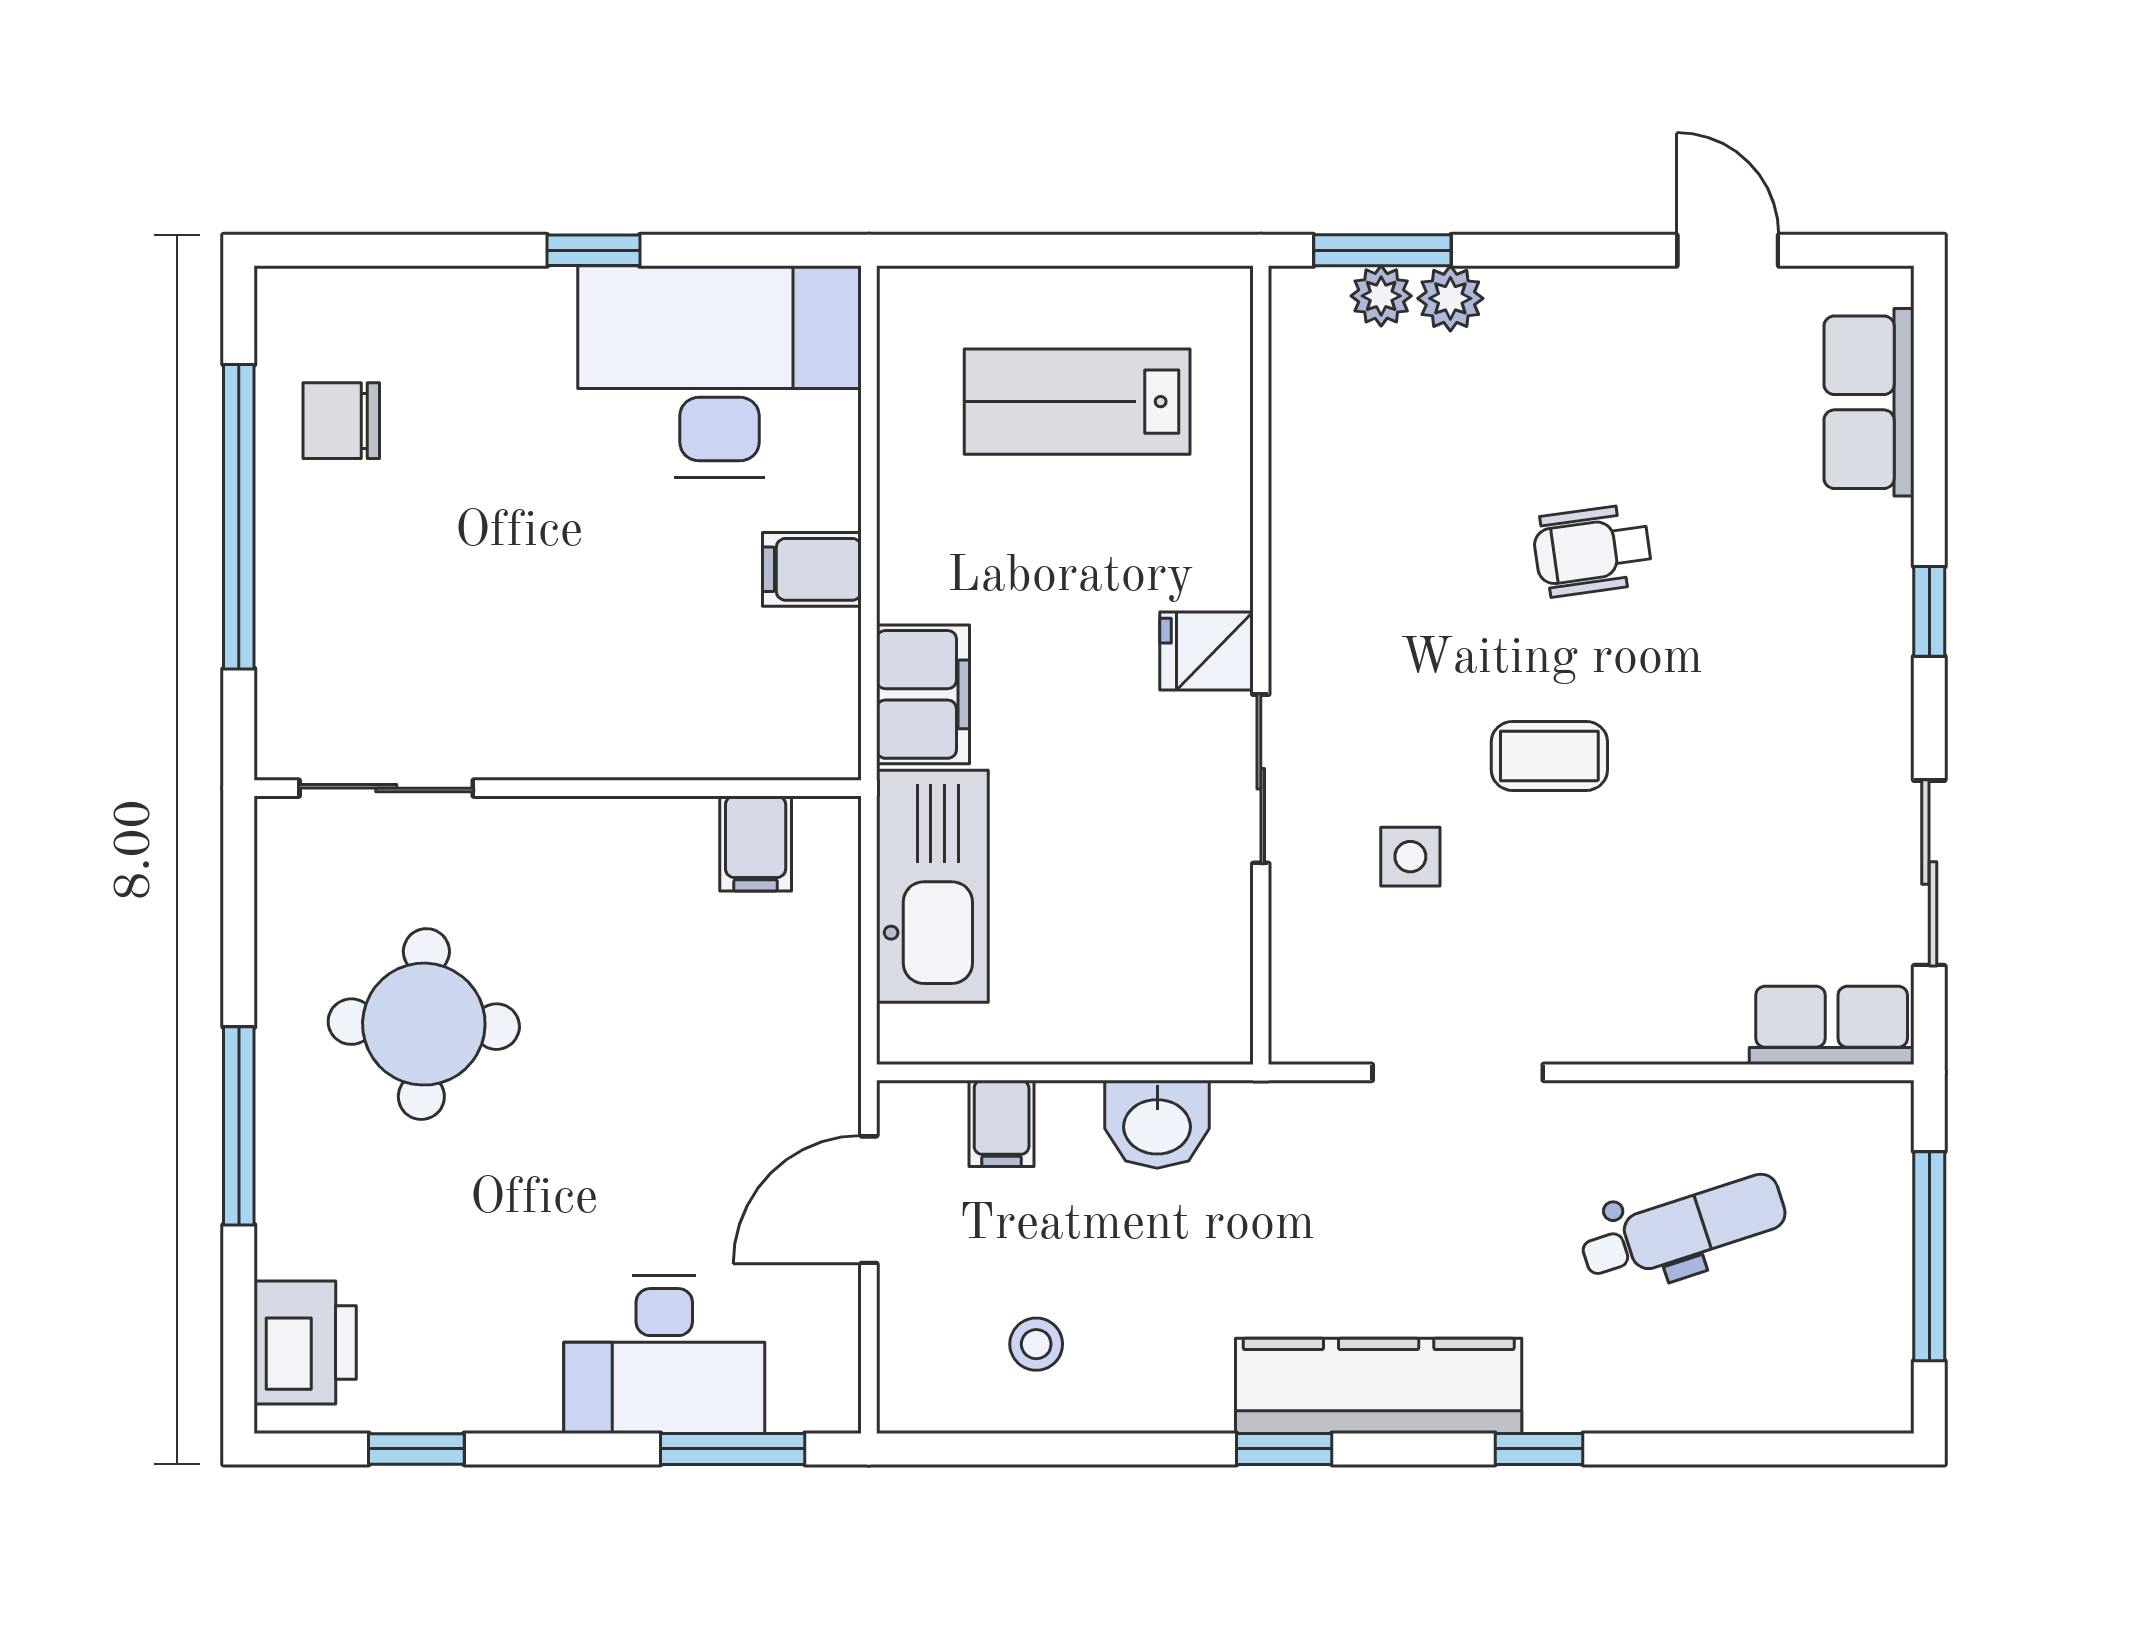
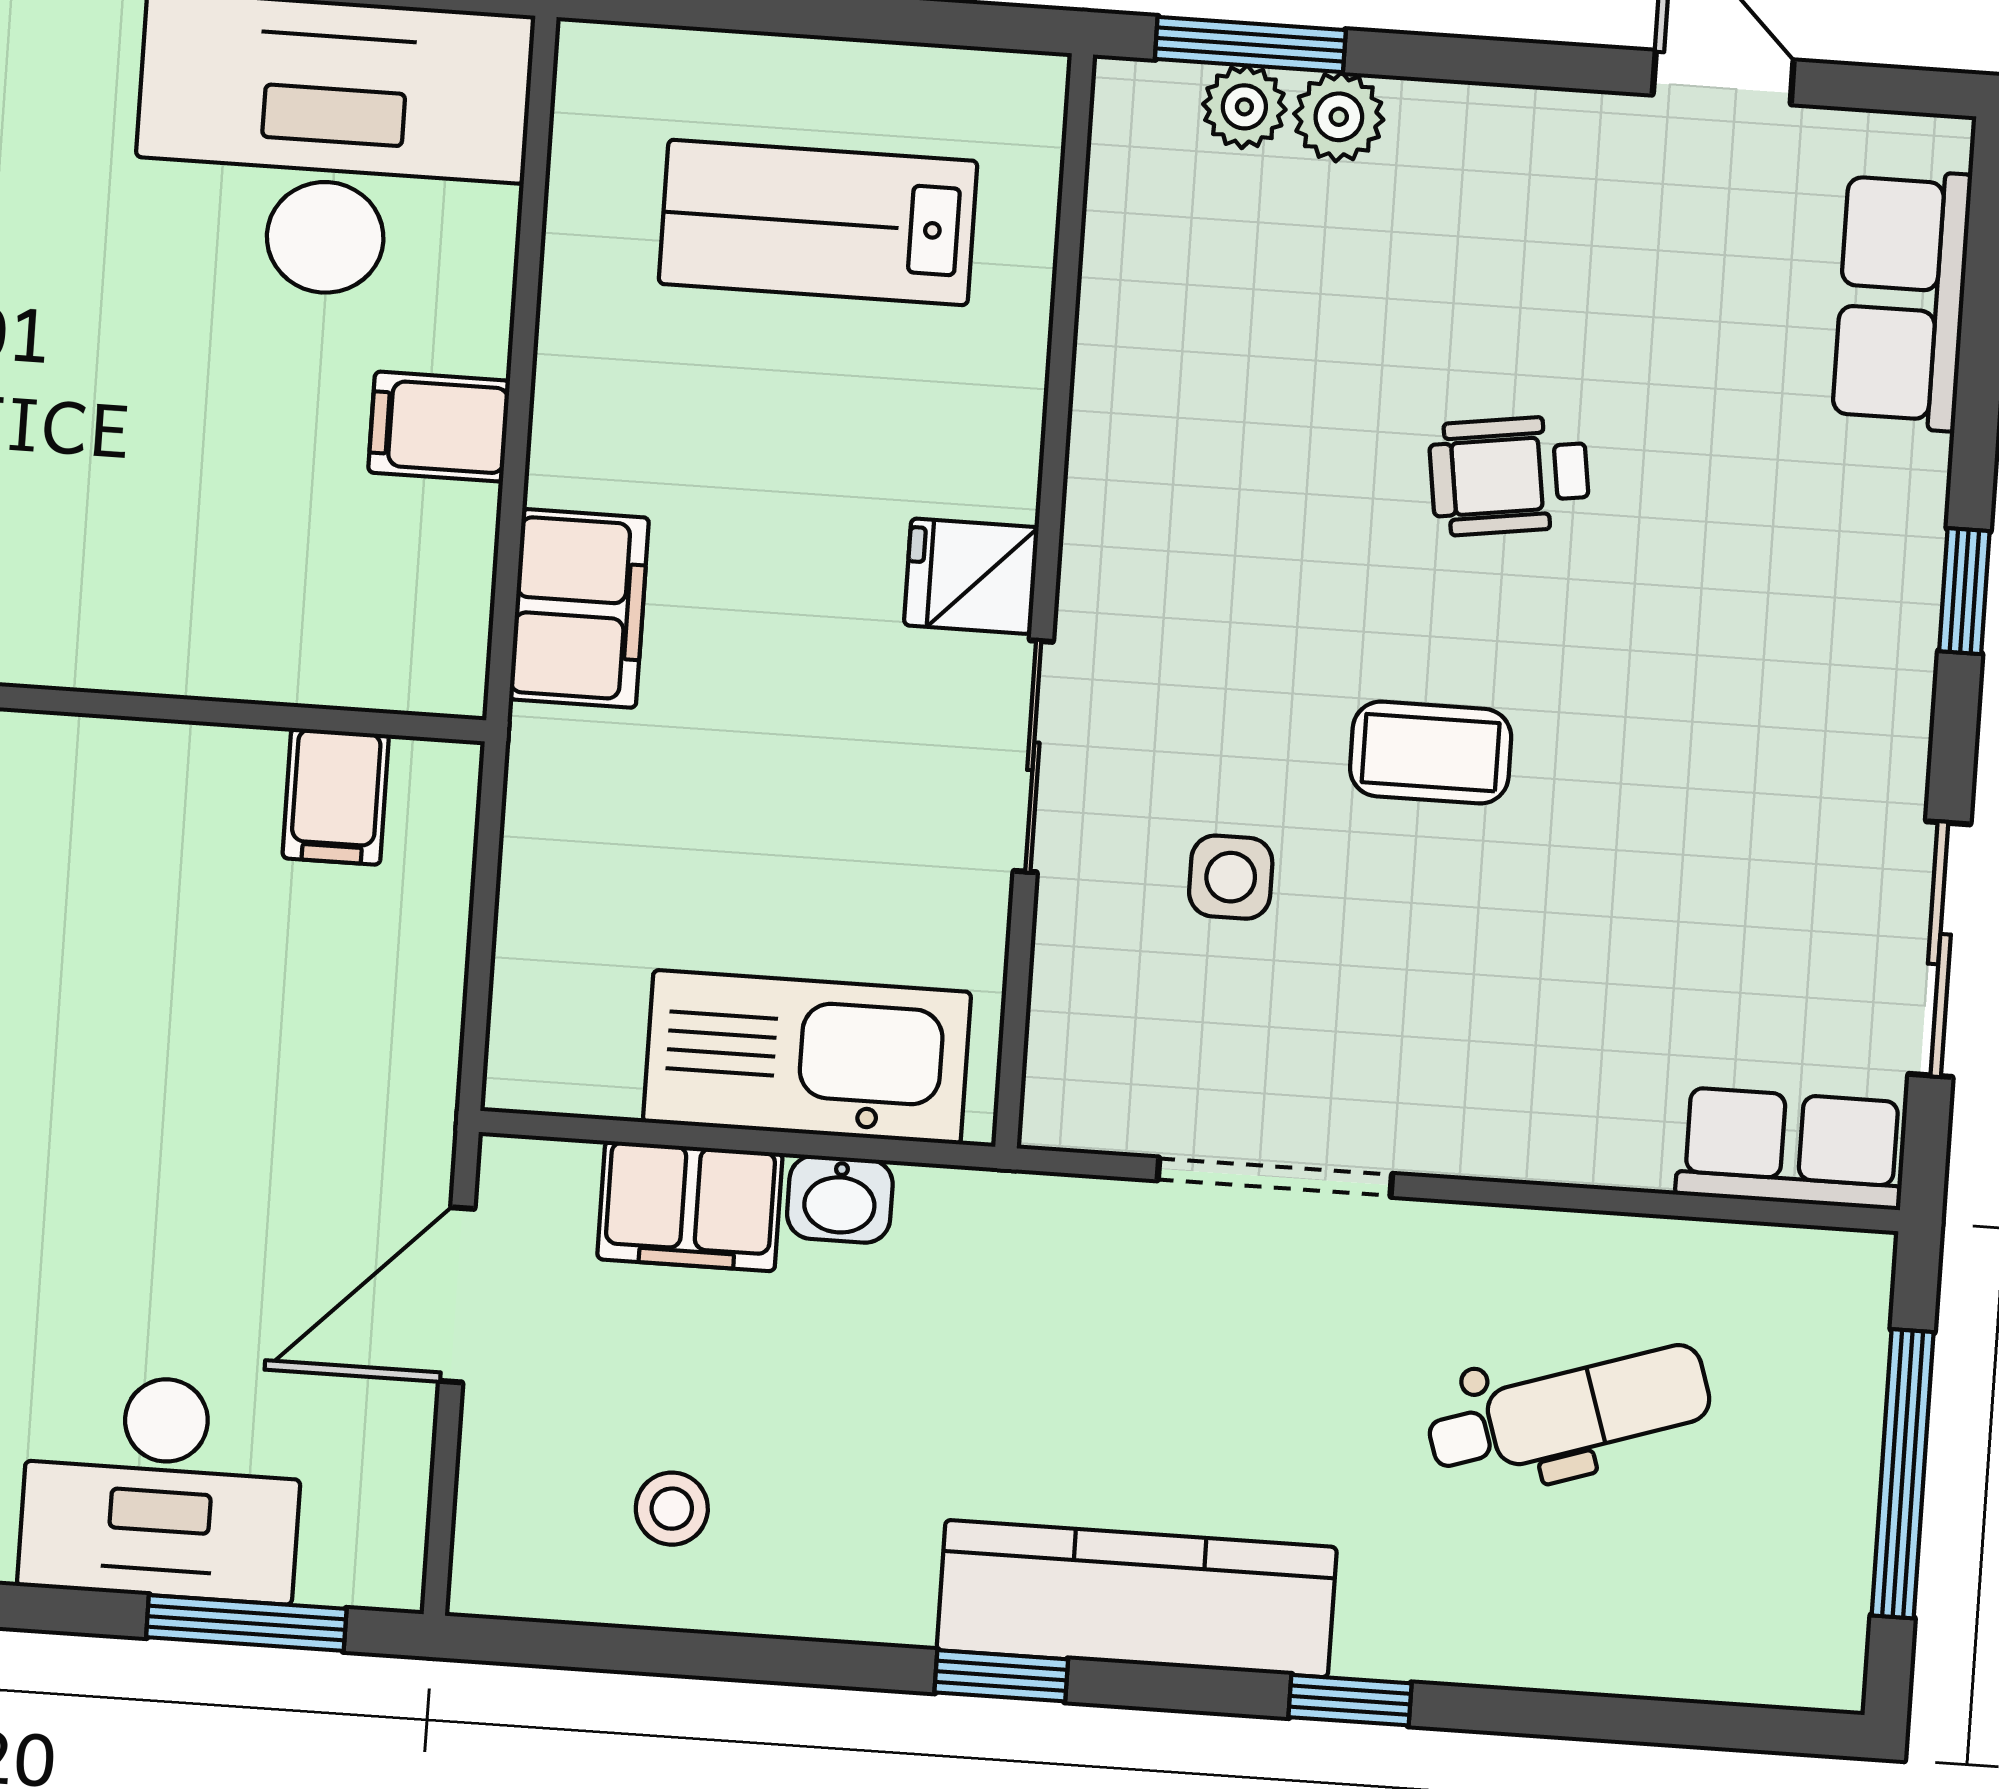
kitchen sink: (932, 886) -> (807, 1057), moved, turned -90
filing cabinet: (1002, 1123) -> (690, 1206), width x2.00
washbasin: (1157, 1124) -> (840, 1199), width x0.72, depth x0.69

